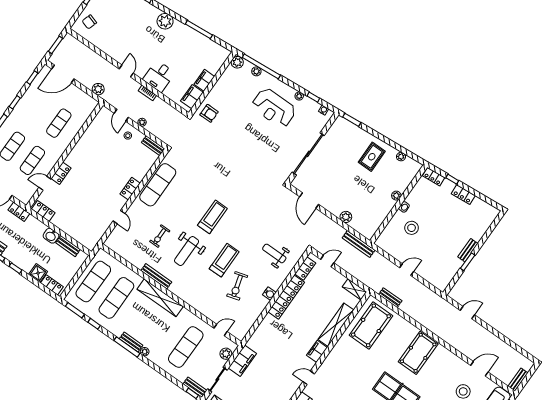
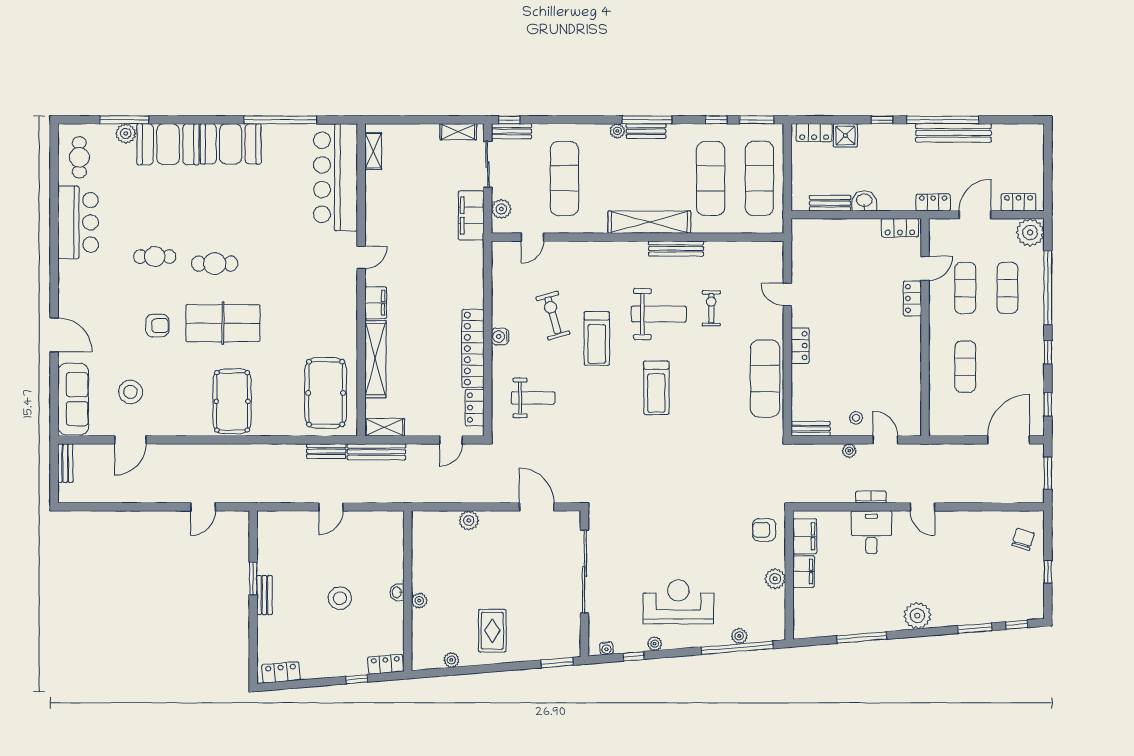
plant: (237, 62) -> (775, 579), moved
plant: (98, 89) -> (944, 454), removed
locker: (463, 195) -> (281, 672), moved
stool: (412, 228) -> (340, 598), moved
bench: (359, 244) -> (376, 452), moved
weight bench: (187, 251) -> (659, 314), turned 90

